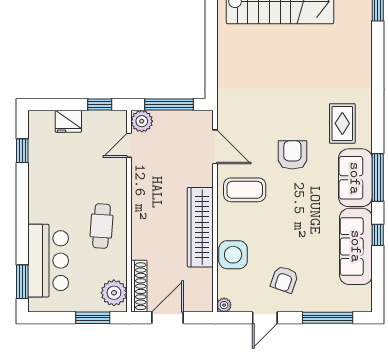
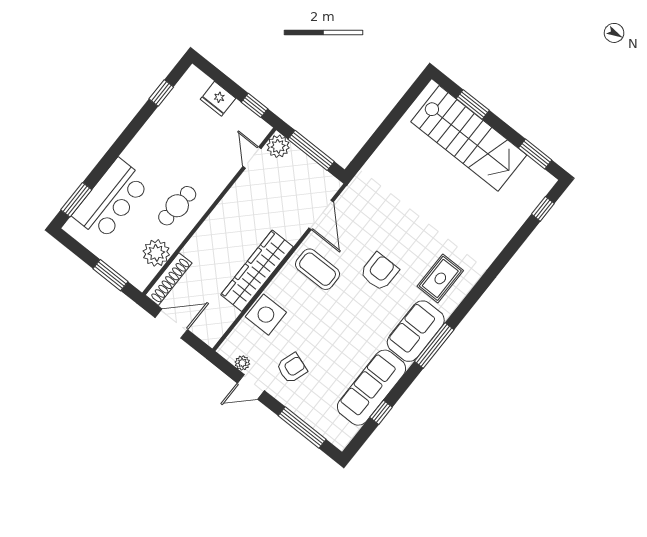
door: (129, 145) -> (252, 158), hinge flipped
window: (378, 235) -> (381, 412), moved
armchair: (284, 279) -> (292, 368), turned 180
plant: (114, 293) -> (156, 253), moved
plant: (224, 305) -> (242, 363), moved

